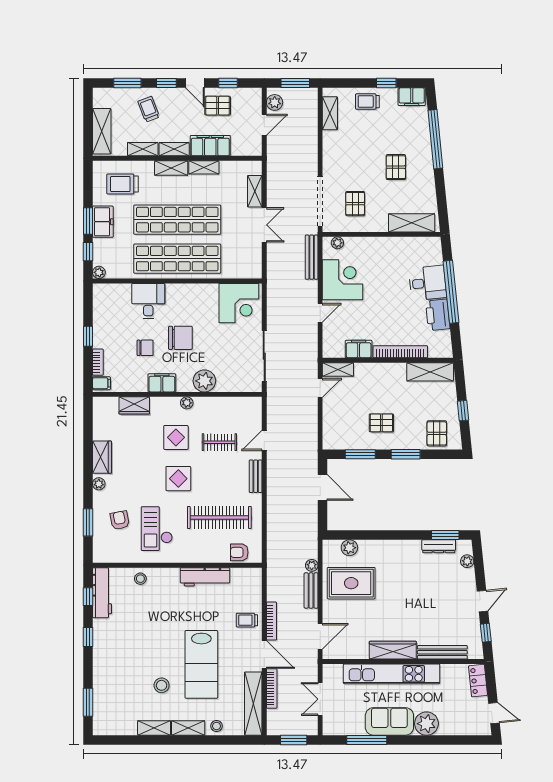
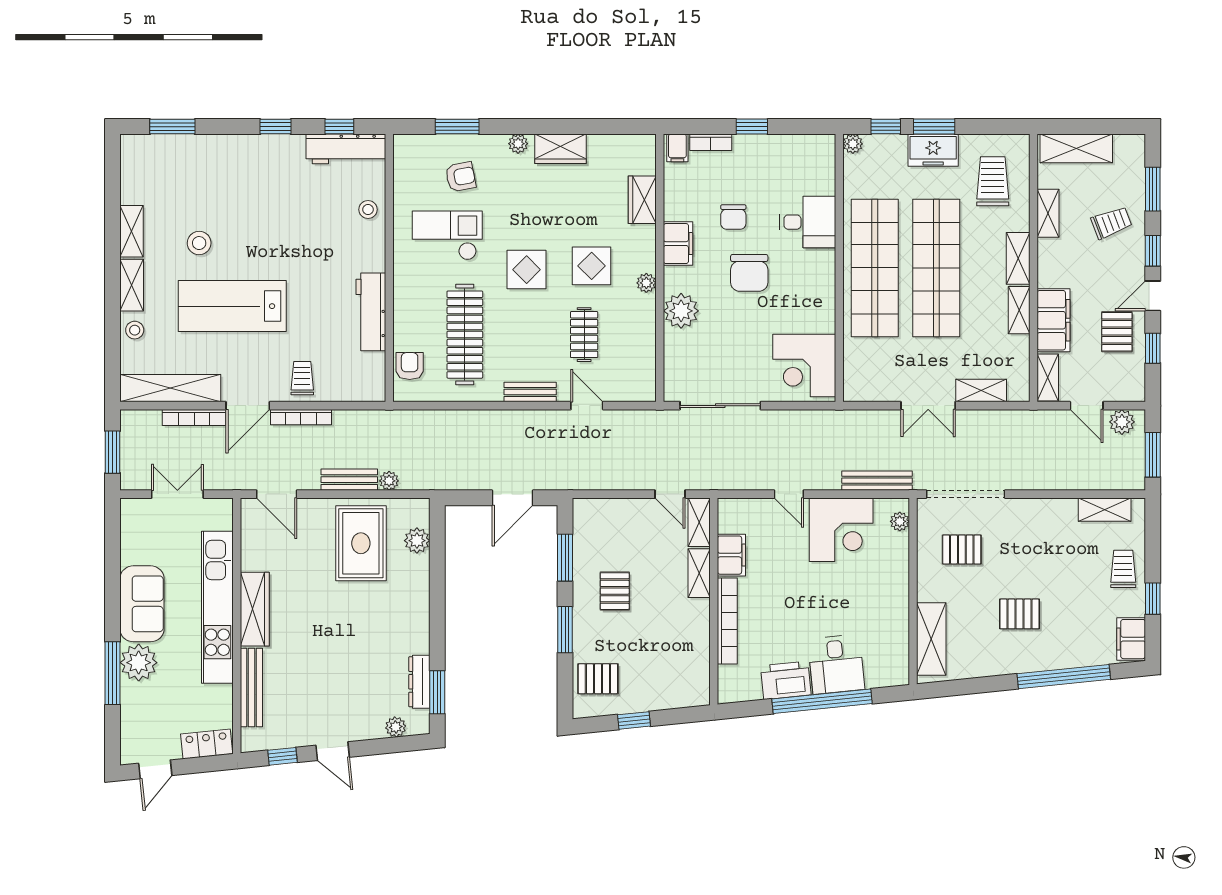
shelving: (174, 149) -> (1048, 377), moved
shelving: (430, 372) -> (699, 573), moved, width x0.67, depth x0.75
window: (367, 740) -> (113, 673), moved

